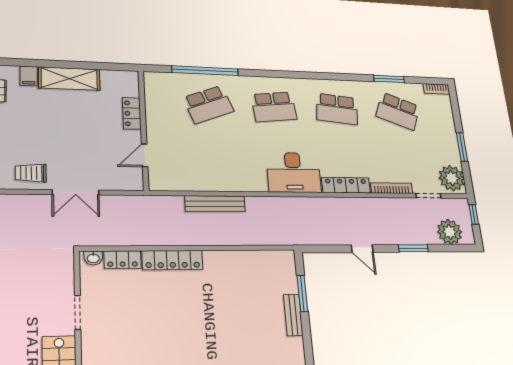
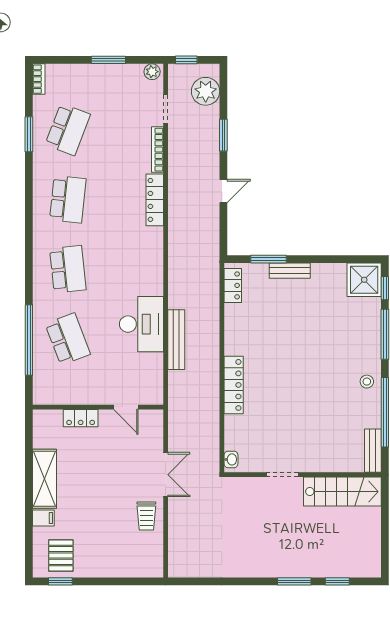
desk: (294, 172) -> (141, 324), moved
plant: (452, 178) -> (152, 72), width x0.53, depth x0.53
locker: (122, 260) -> (233, 285), moved

